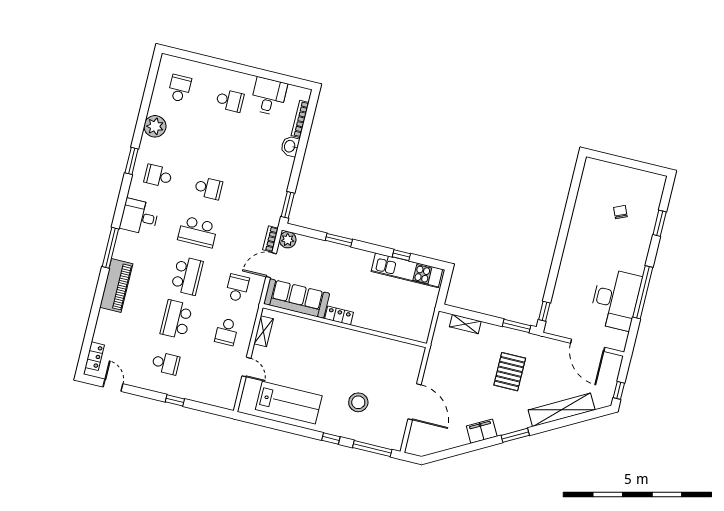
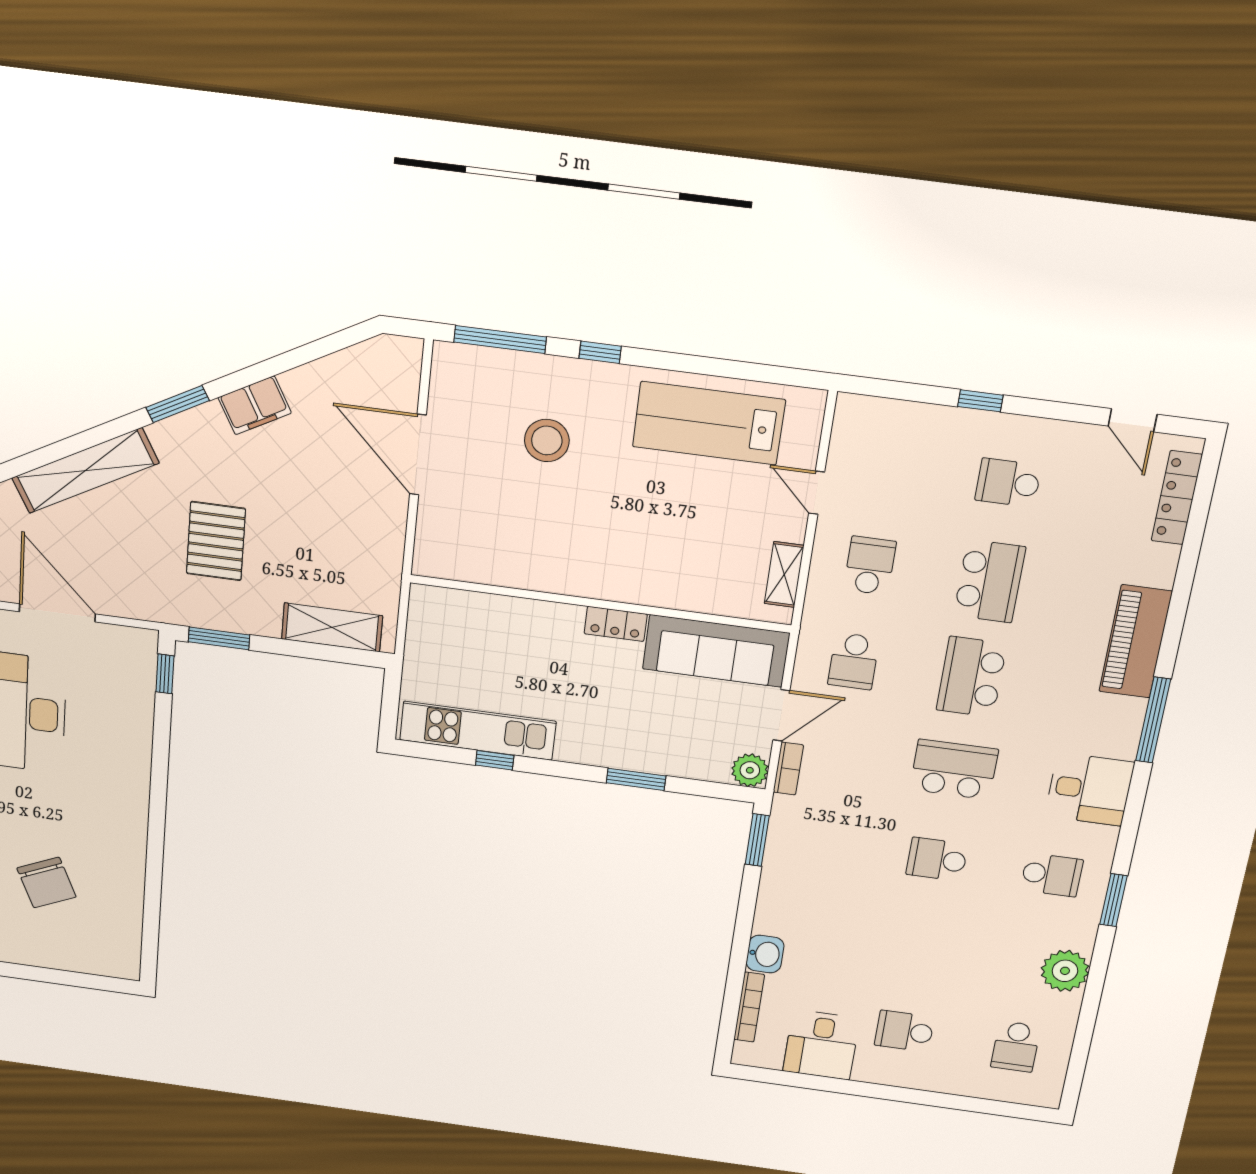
chair: (620, 212) -> (46, 883), width x1.87, depth x1.87
shelving: (465, 324) -> (332, 627), width x1.50, depth x1.33
locker: (95, 356) -> (1177, 498), width x1.53

